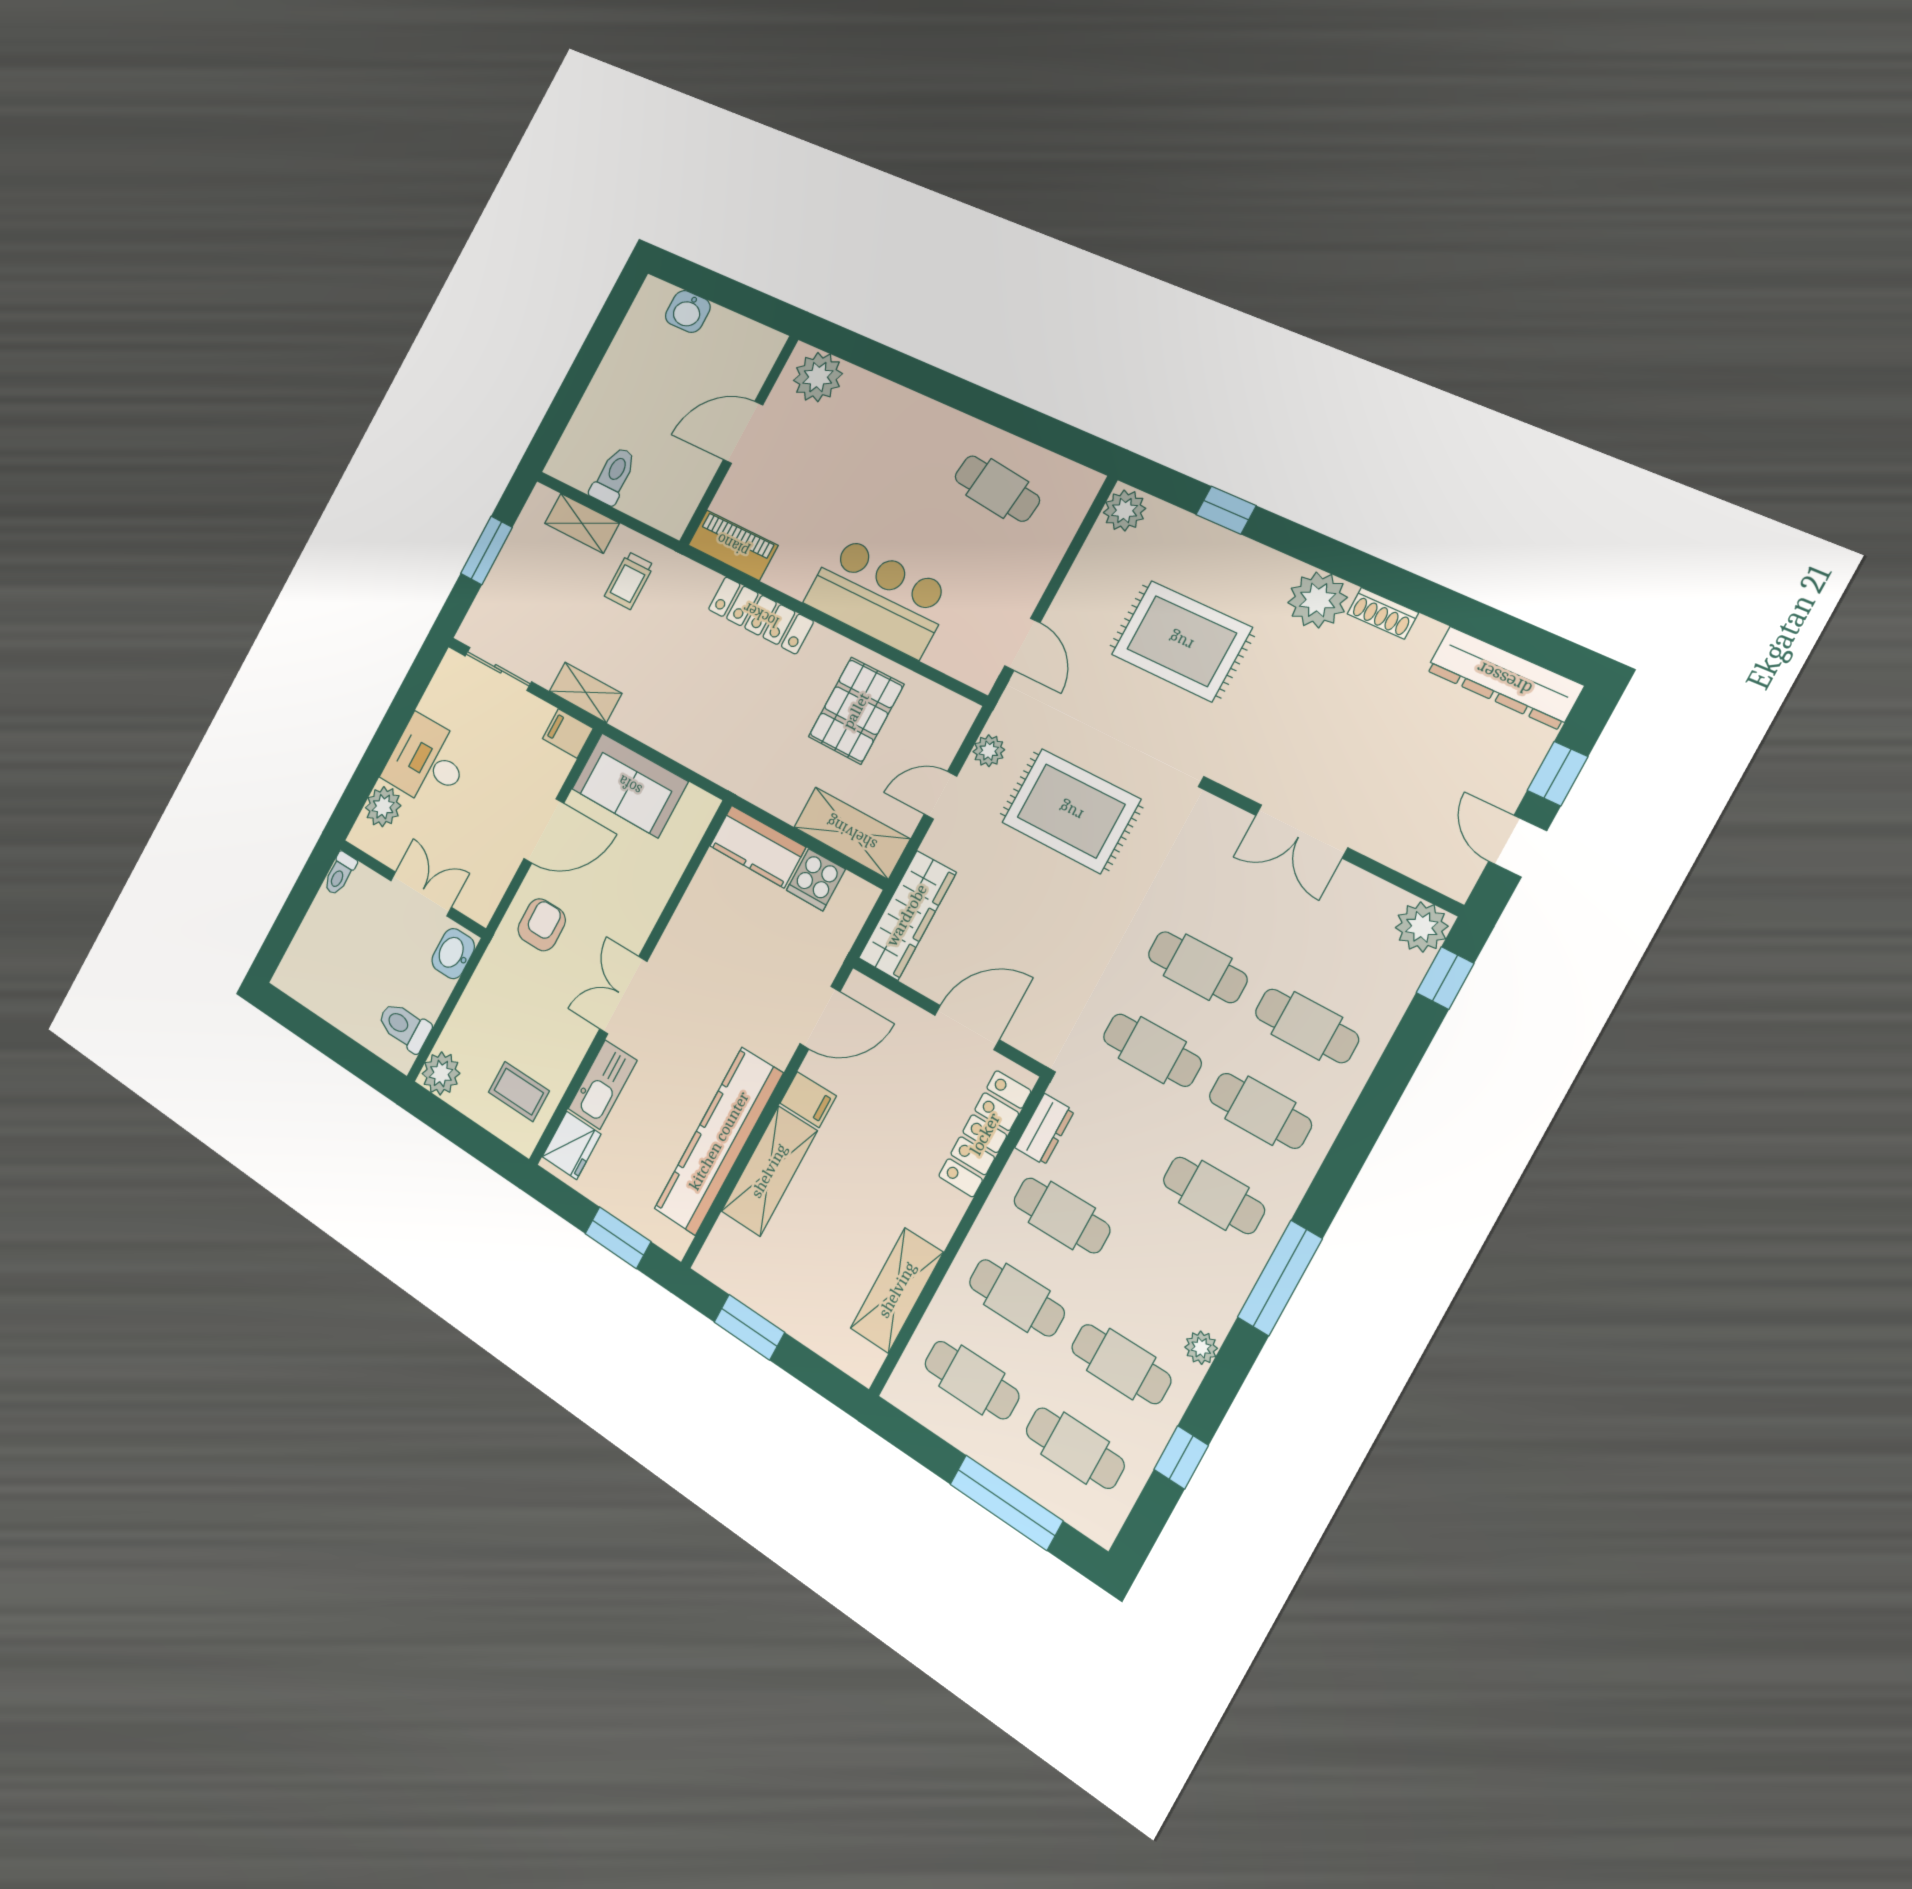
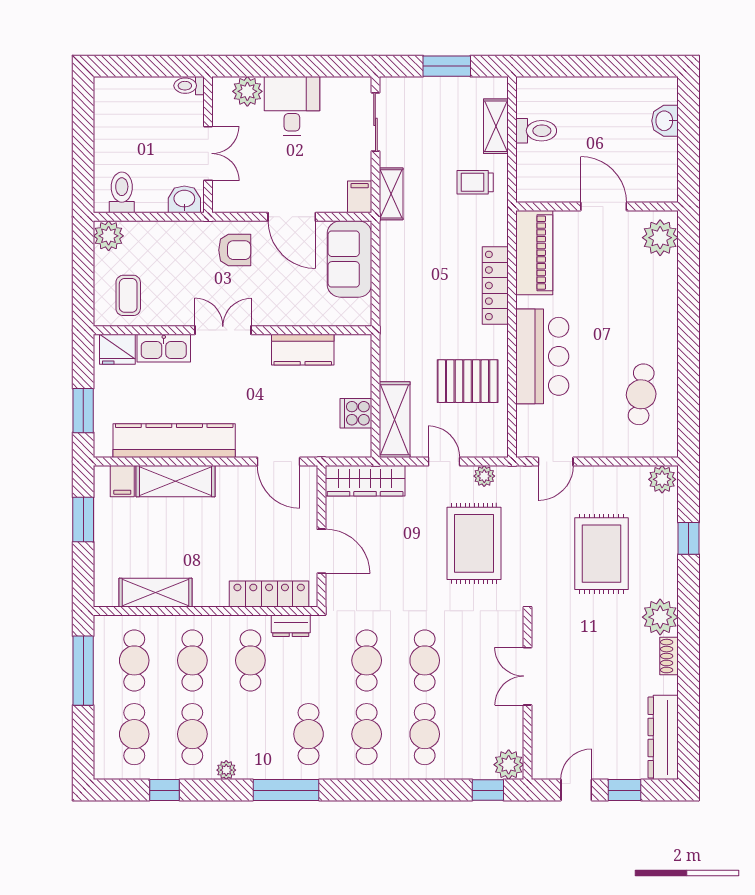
piano: (733, 545) -> (534, 253), width x1.37, depth x1.33
kitchen counter: (758, 847) -> (303, 350), moved, turned -90
filing cabinet: (808, 1100) -> (122, 481), moved
window: (1006, 1502) -> (83, 671), moved

